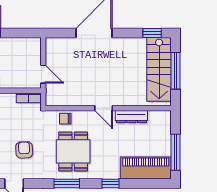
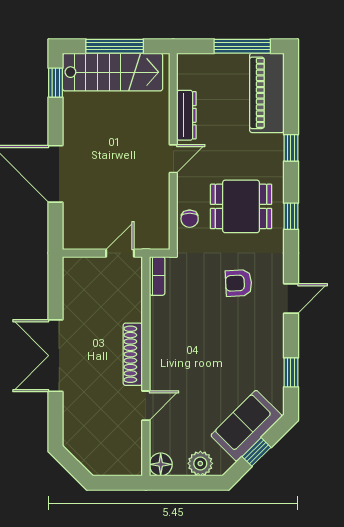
window: (67, 183) -> (291, 216), width x0.67

